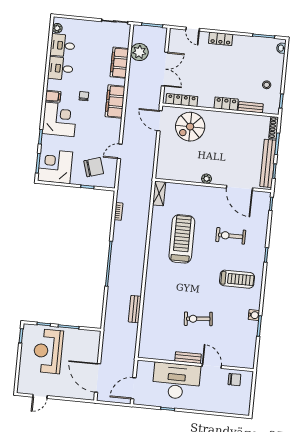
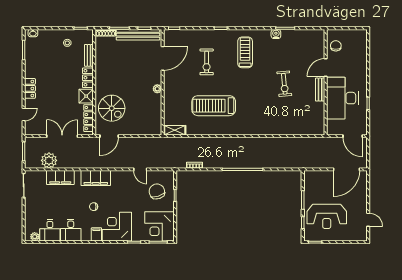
shower: (206, 100) -> (86, 96), added
bench: (135, 309) -> (281, 142), removed

